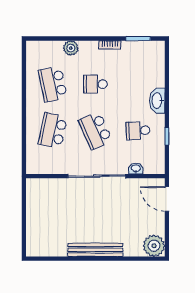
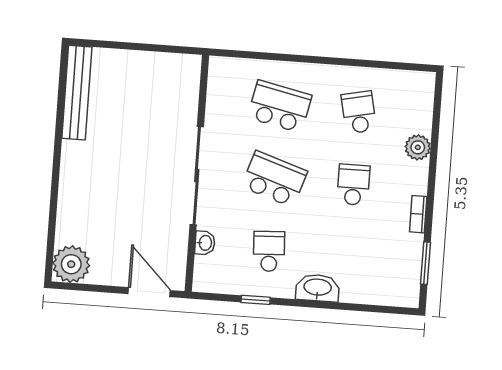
school desk: (53, 84) -> (359, 112), width x0.54
school desk: (95, 131) -> (274, 179), turned 42
door: (167, 199) -> (149, 292), hinge flipped
bench: (95, 250) -> (77, 93), moved

